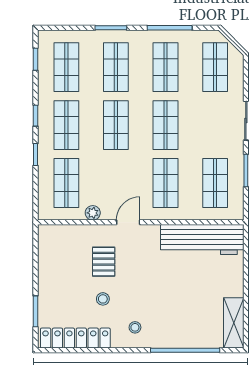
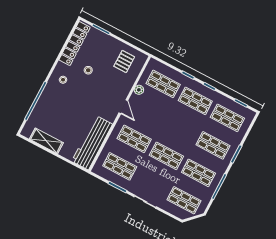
shop shelf: (116, 125) -> (181, 128), removed
pallet: (104, 262) -> (124, 61), moved, turned 90
shelving: (234, 323) -> (46, 141), moved

